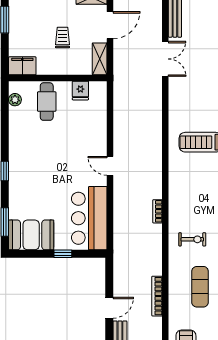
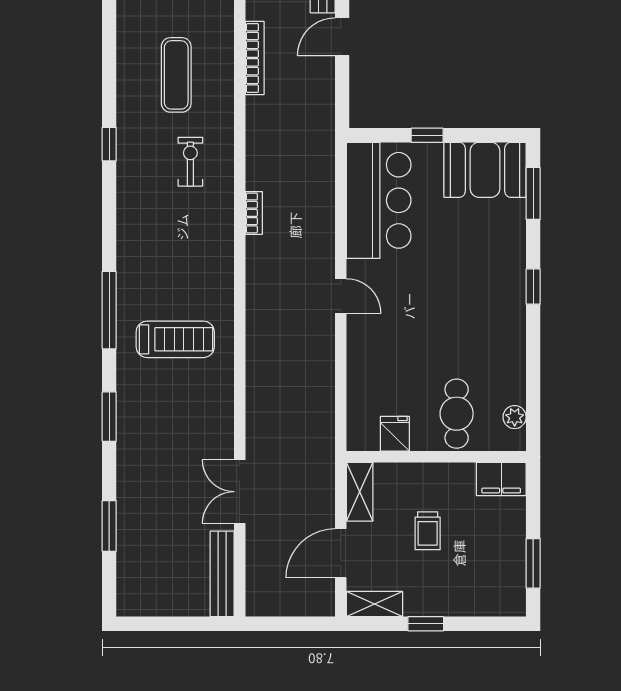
exercise bike: (192, 239) -> (190, 162), turned 90

